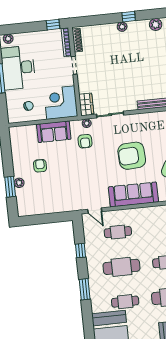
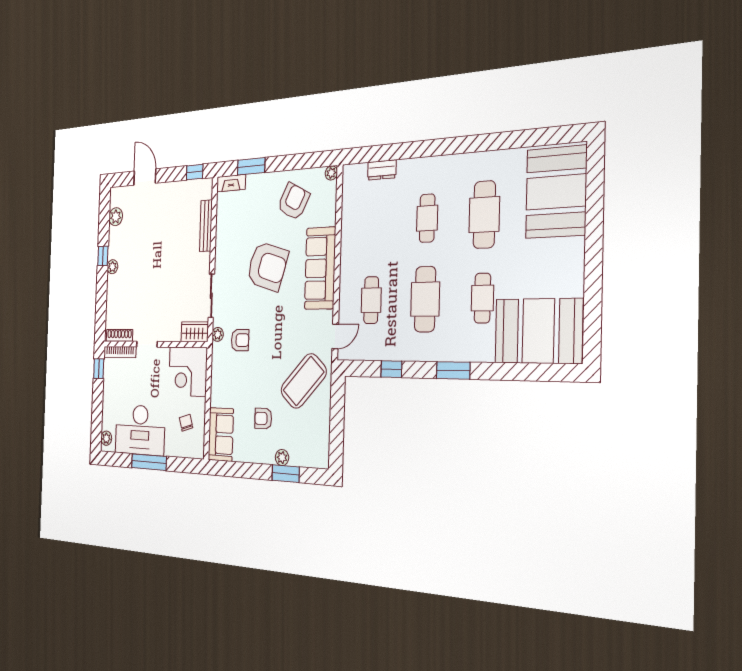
sofa: (54, 132) -> (221, 434), moved
armchair: (132, 156) -> (267, 266), turned -70
coffee table: (66, 192) -> (304, 381), added

